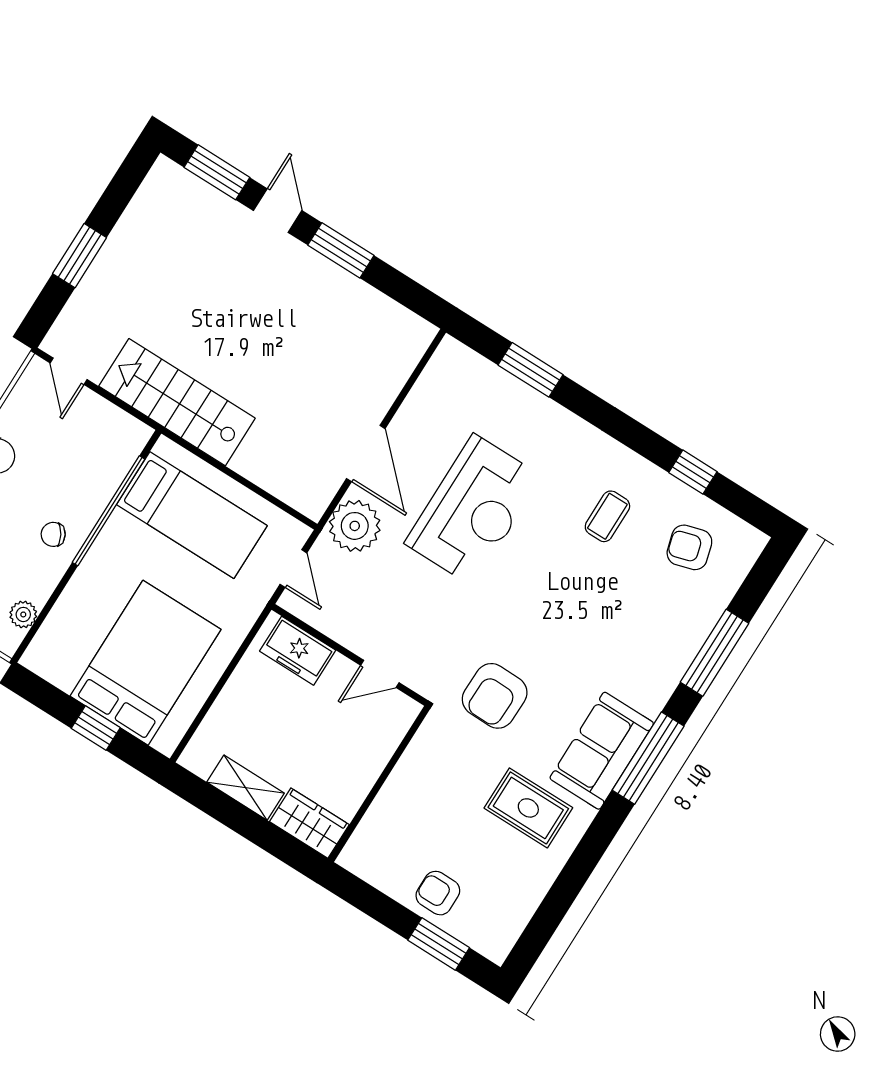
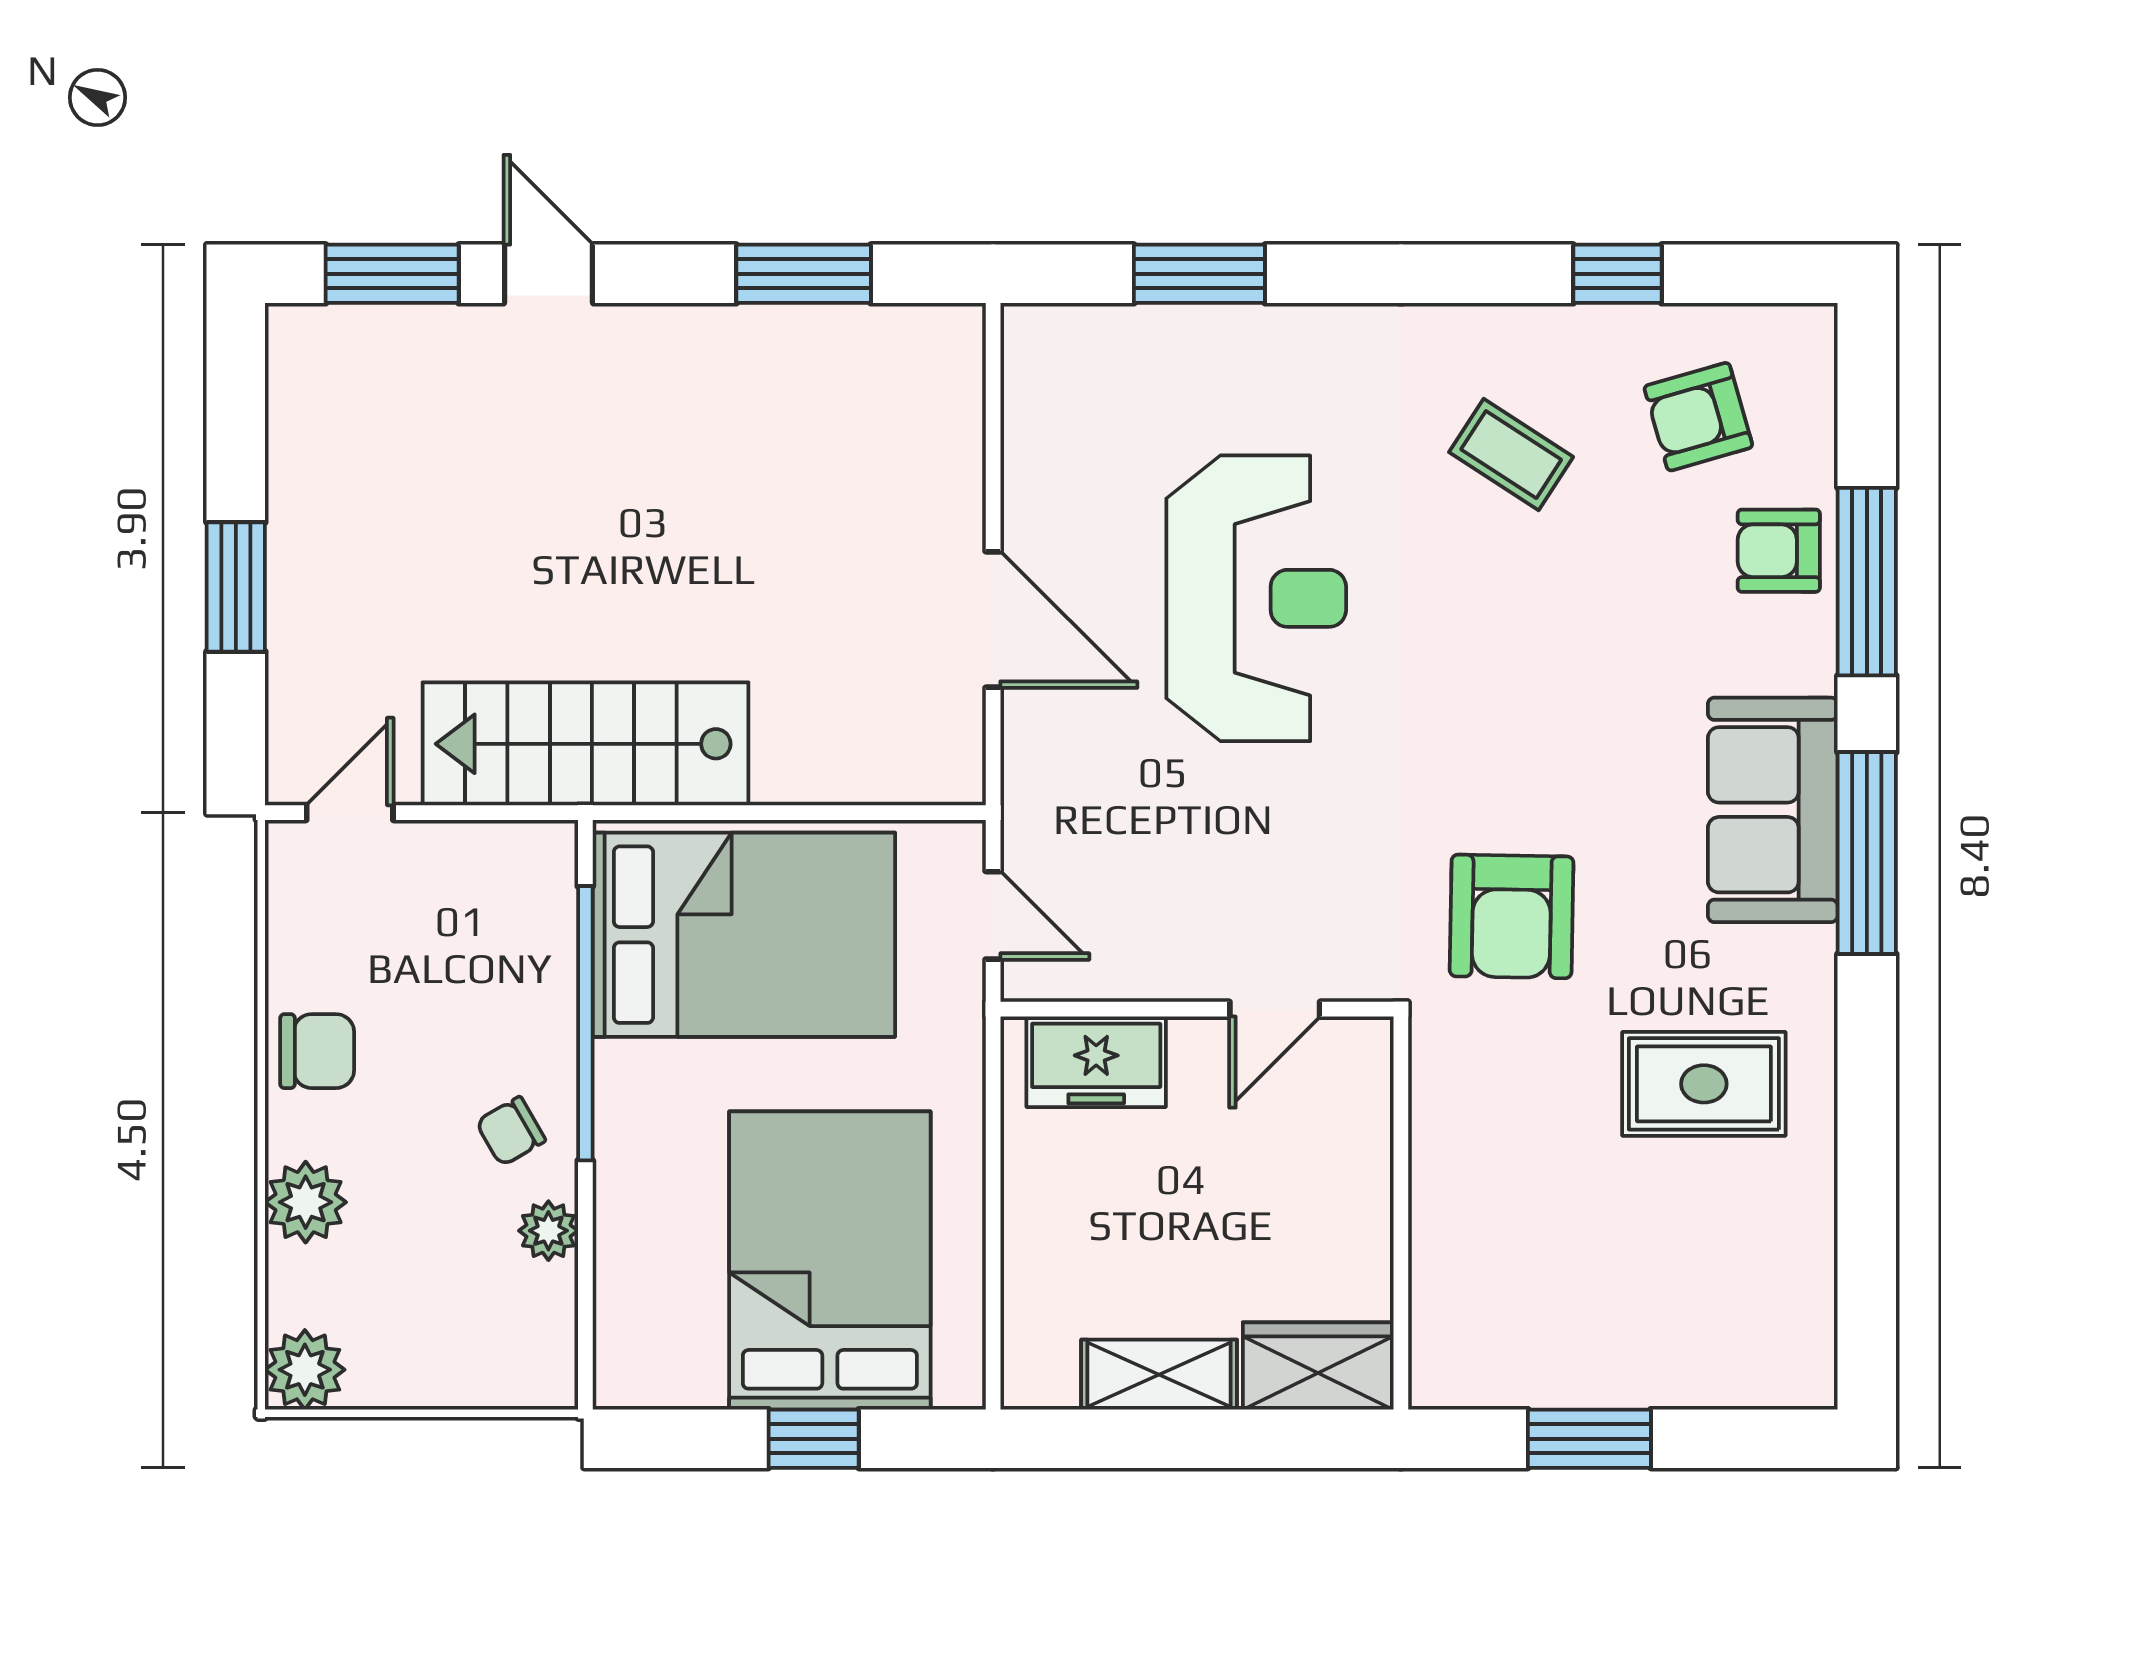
window: (341, 250) -> (804, 274), moved
door: (69, 371) -> (350, 813), swing flipped
bed: (192, 515) -> (744, 935), width x1.50
coffee table: (607, 516) -> (1511, 455), turned -57
plant: (355, 526) -> (1057, 766), removed
plant: (23, 614) -> (548, 1231), moved
sofa: (602, 751) -> (1773, 810), moved
armchair: (438, 893) -> (1779, 551), moved
window: (439, 944) -> (1589, 1439), moved

